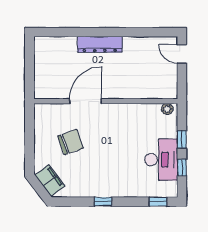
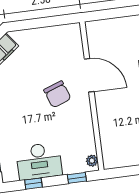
window: (182, 139) -> (77, 178), moved
chair: (71, 142) -> (57, 94), moved

